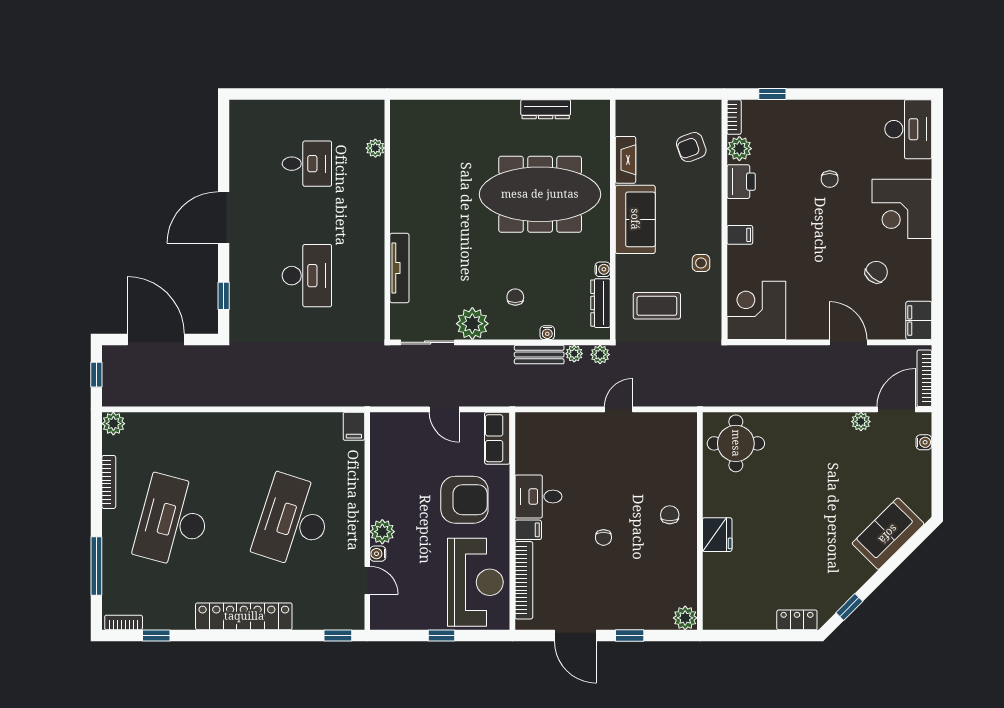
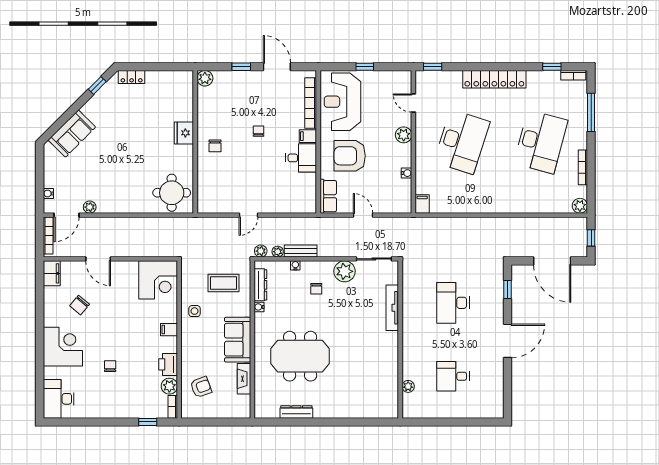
meeting table: (540, 194) -> (300, 356), width x0.73
water cooler: (378, 554) -> (407, 173), moved

